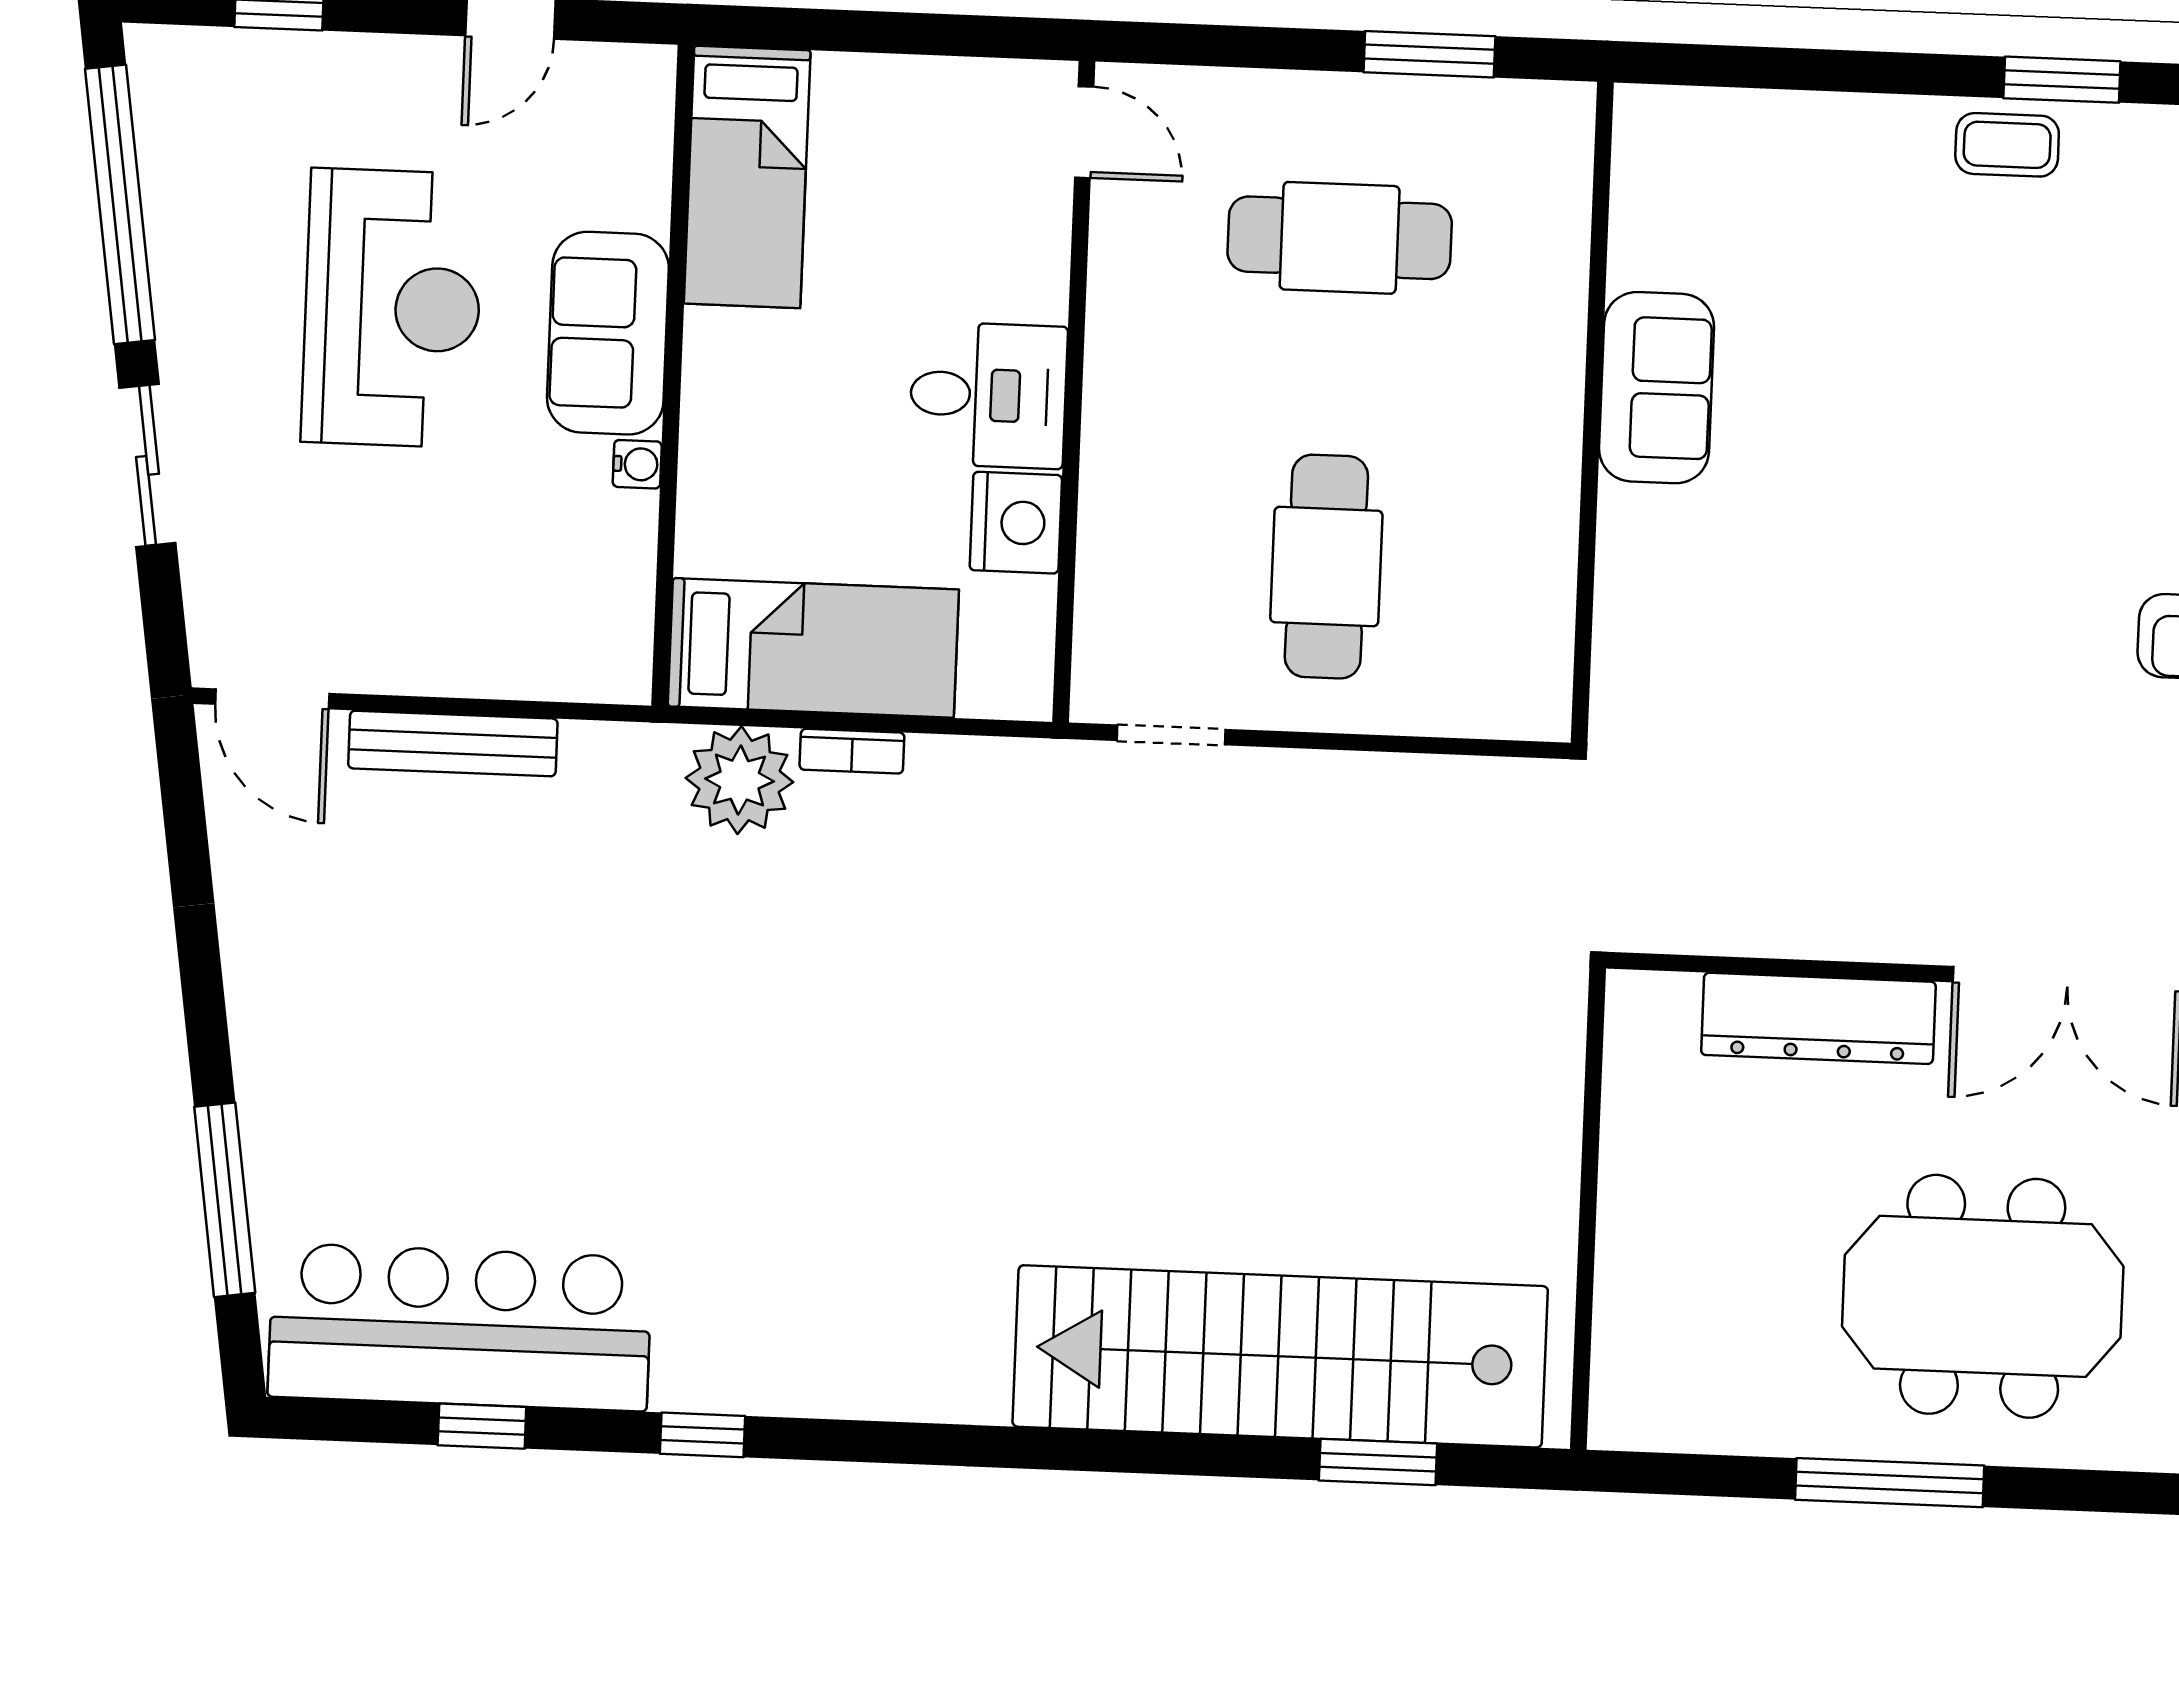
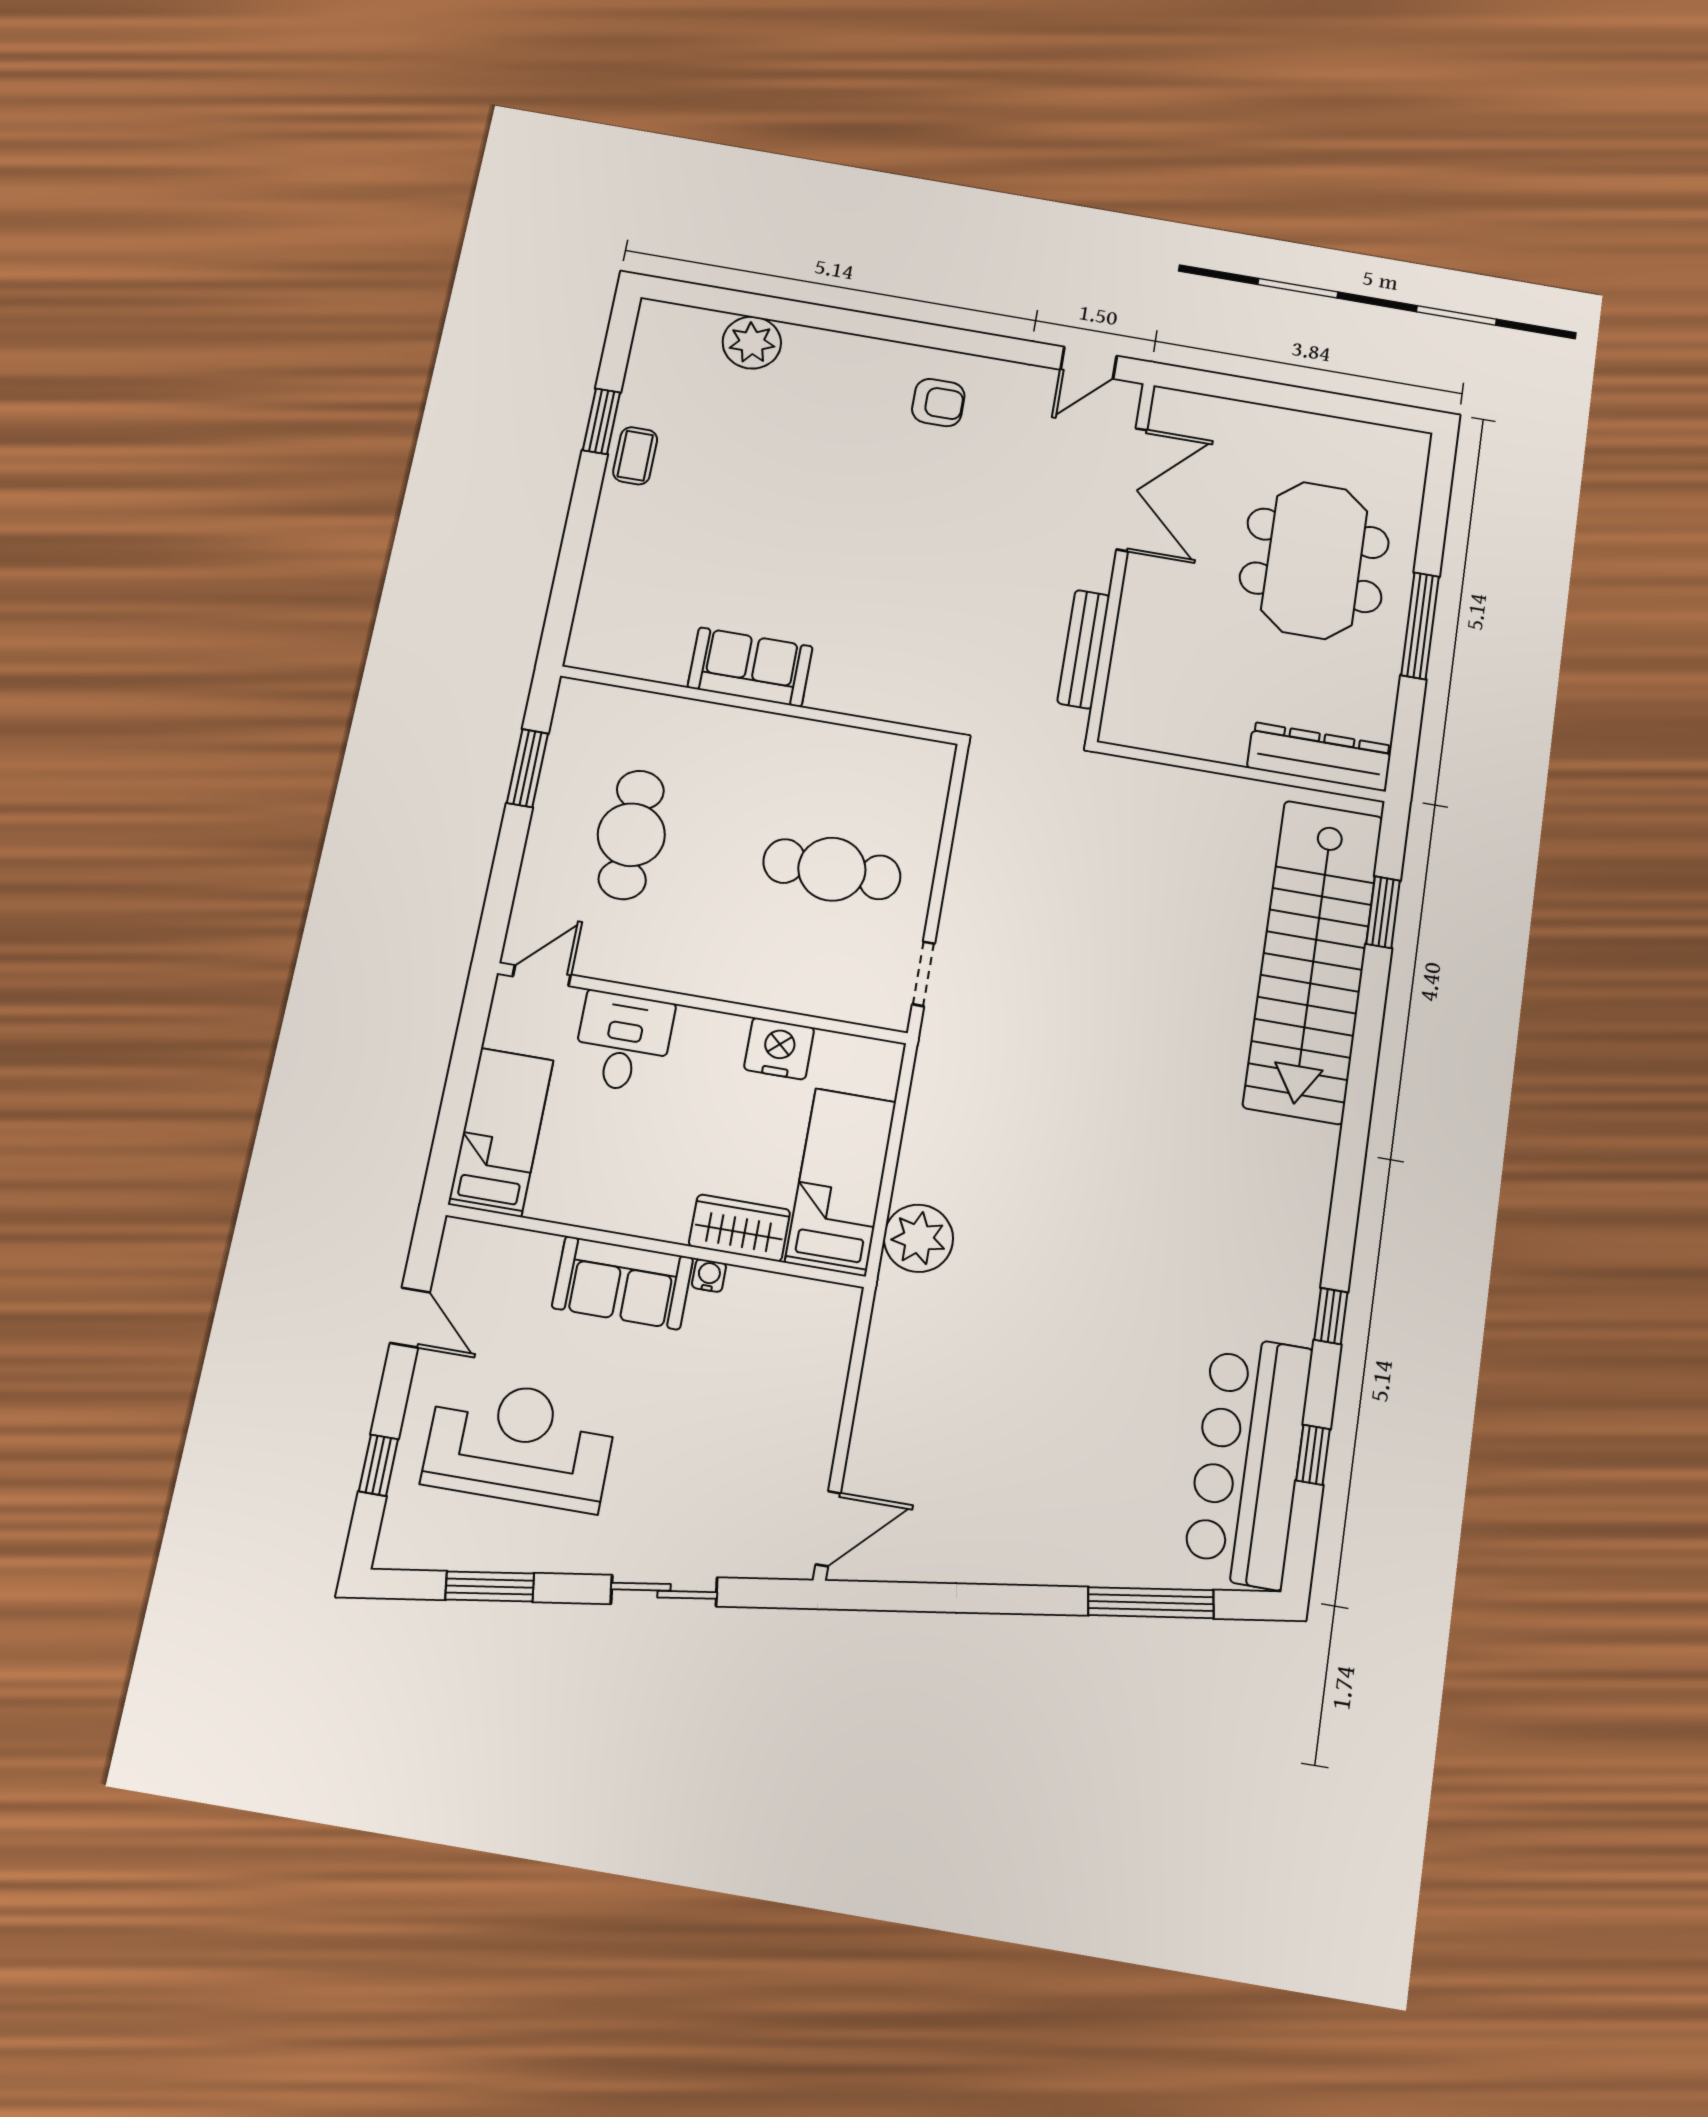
bed: (747, 177) -> (501, 1132), moved, turned -90
window: (120, 204) -> (490, 1586), width x0.47
reception desk: (392, 308) -> (520, 1444), moved
desk: (988, 395) -> (623, 1042), moved
wardrobe: (719, 501) -> (740, 1228), added
bench: (453, 743) -> (1084, 649), moved
bookcase: (852, 751) -> (909, 1167), removed
dresser: (1818, 1018) -> (1319, 757), moved, turned -90

